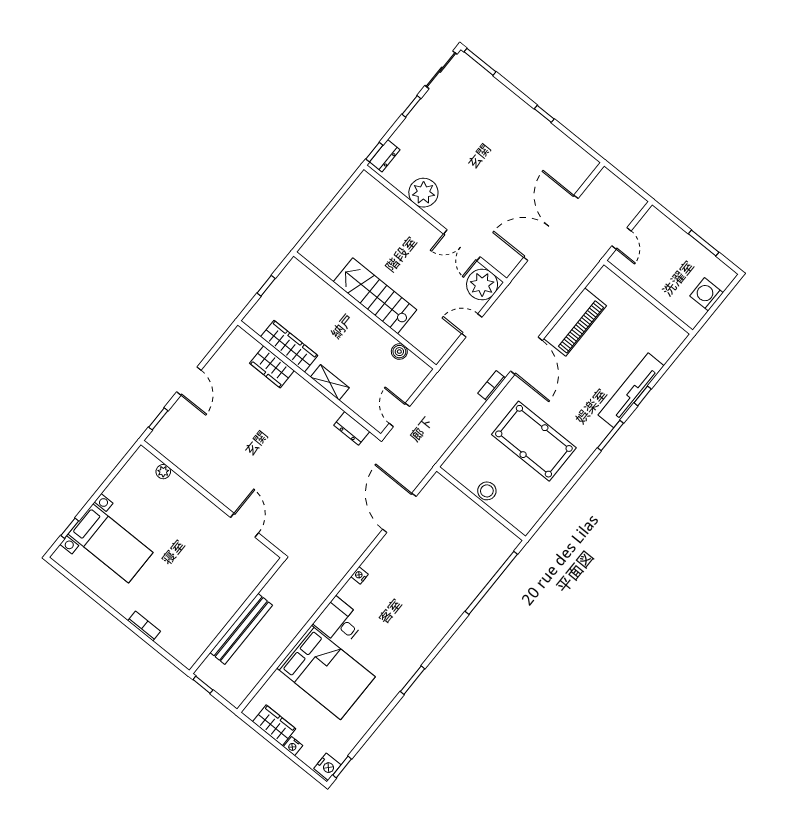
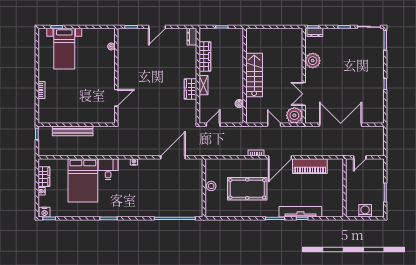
wardrobe: (272, 367) -> (191, 89), moved
dresser: (352, 428) -> (192, 37), moved
pool table: (534, 441) -> (247, 189), turned 90

